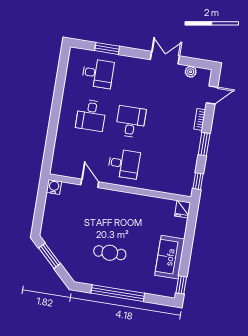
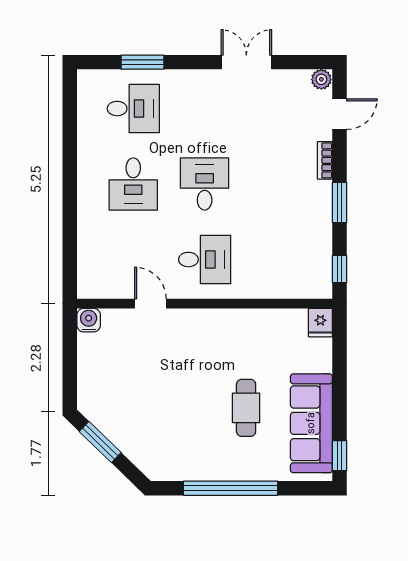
plant: (191, 72) -> (321, 79), moved
cafe table: (110, 253) -> (246, 408), moved, turned 90
sofa: (170, 257) -> (311, 423), width x1.36

